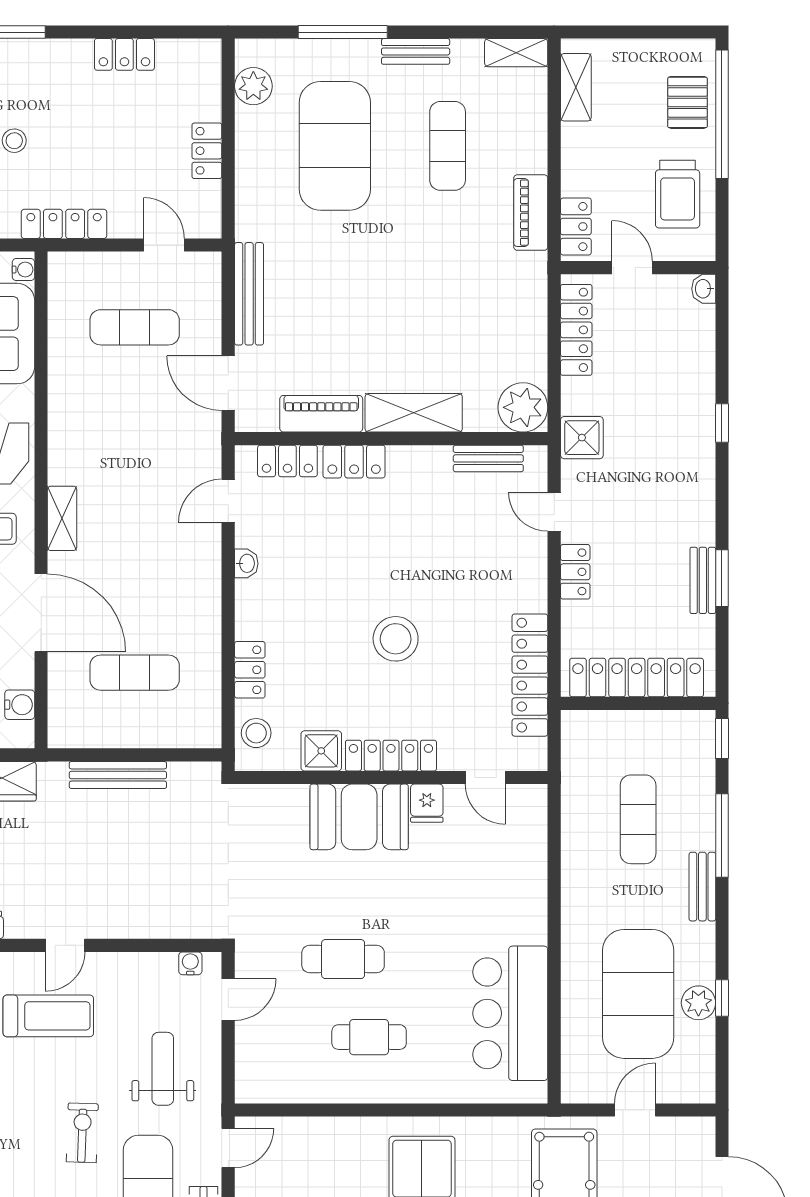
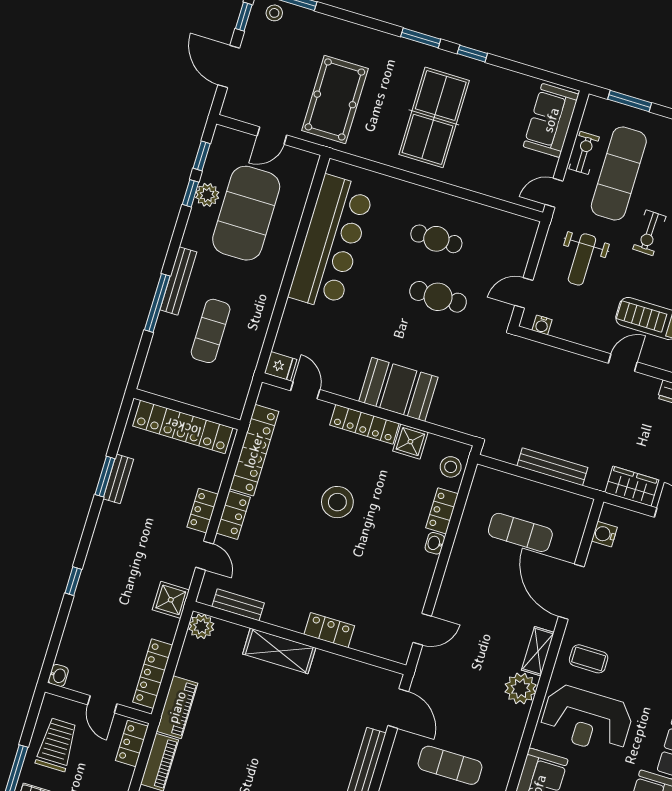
plant: (523, 407) -> (201, 626), width x0.73, depth x0.73
piano: (321, 414) -> (177, 707), moved, turned -90
plant: (70, 461) -> (521, 688), added
locker: (287, 461) -> (233, 515), moved, turned 90
washbasin: (246, 563) -> (435, 543), moved
window: (722, 738) -> (202, 156), moved
fridge: (427, 803) -> (281, 366), moved, turned 90
bench: (702, 887) -> (178, 281), width x1.36
bar counter: (510, 1013) -> (331, 243), width x1.36

